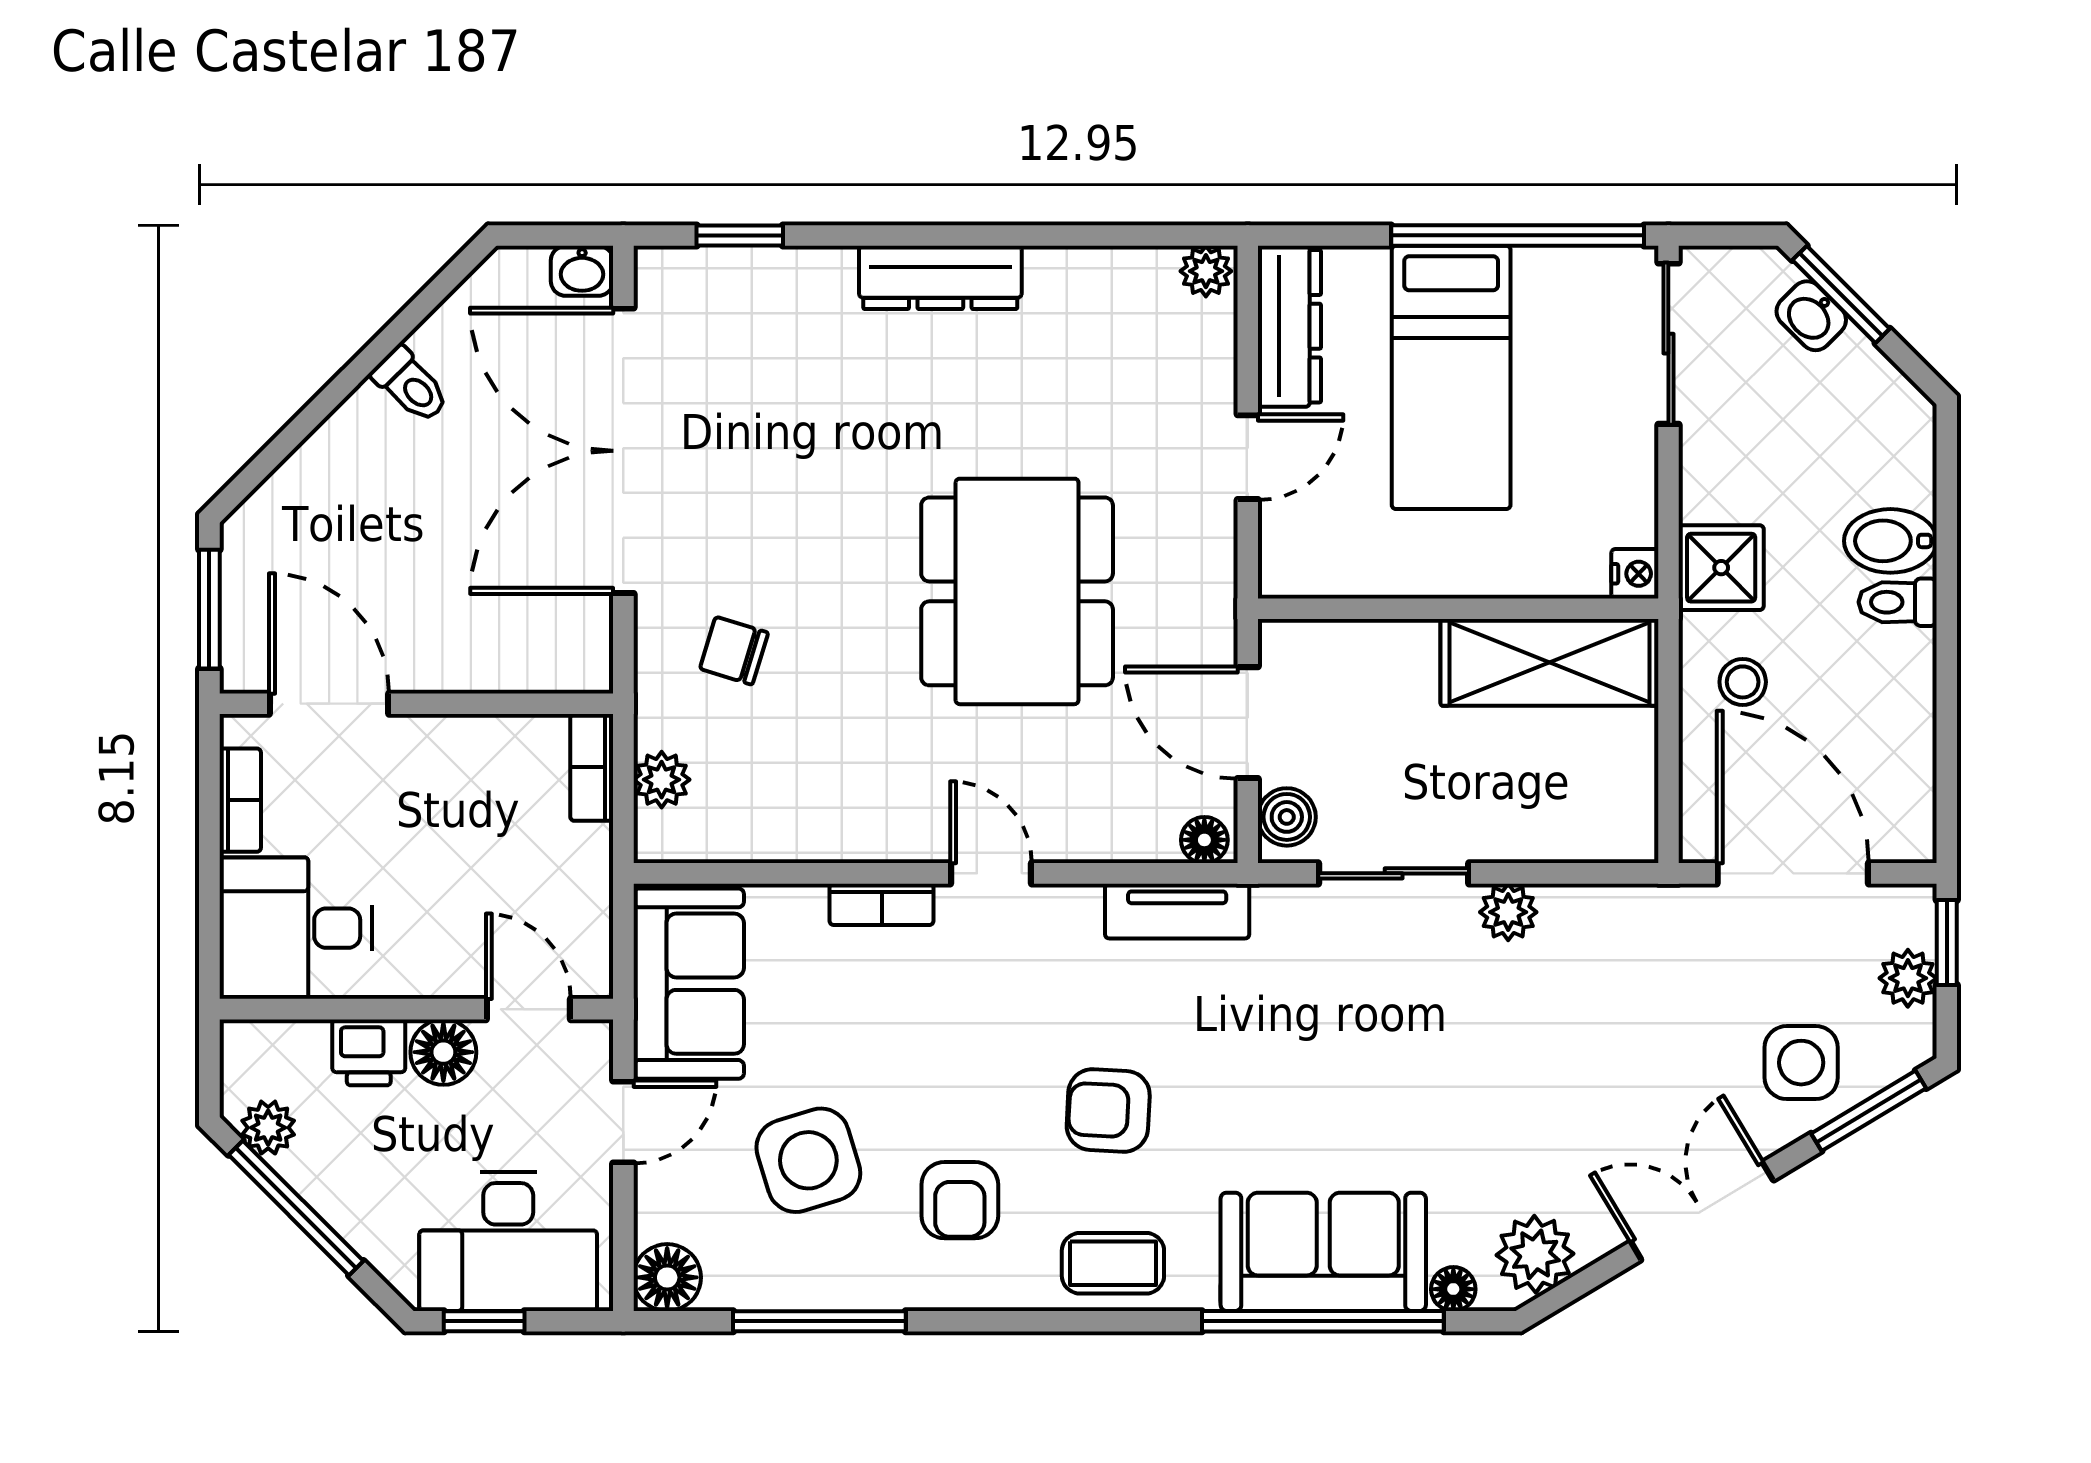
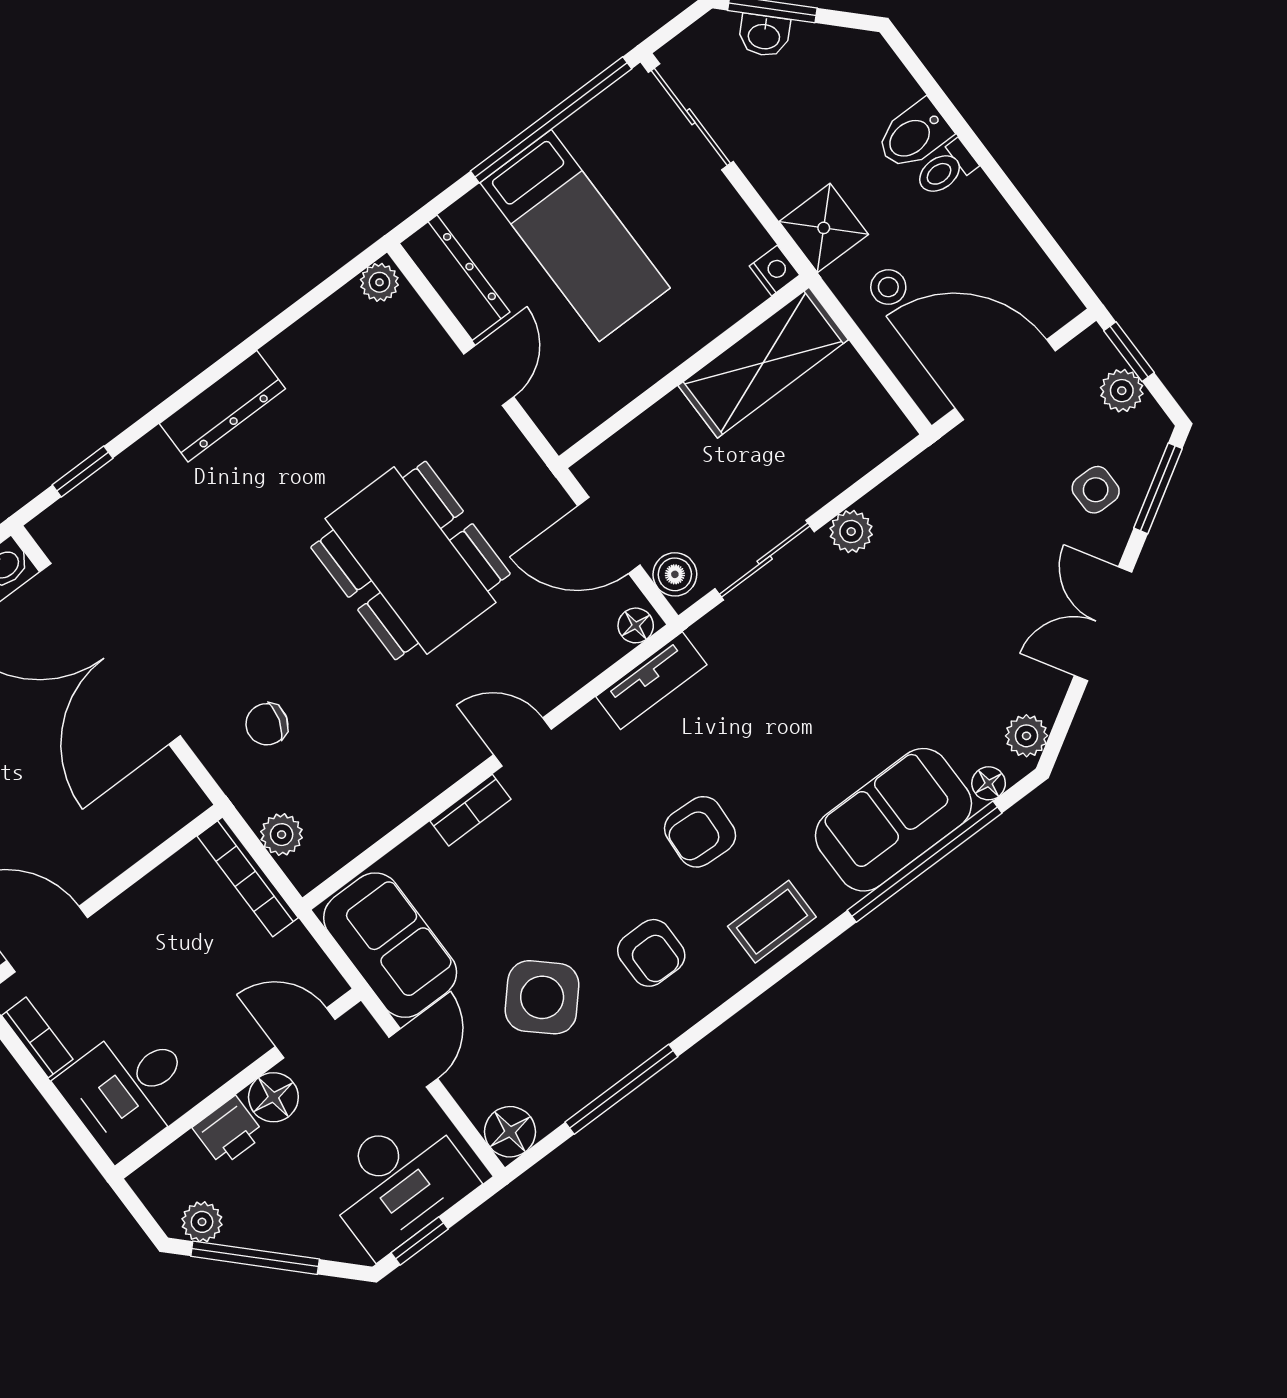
bookcase: (592, 767) -> (248, 877), width x1.56
side table: (1801, 1063) -> (1096, 490), width x0.73, depth x0.73
side table: (808, 1160) -> (542, 997), turned -31
plant: (1535, 1254) -> (1026, 736), width x0.73, depth x0.73

